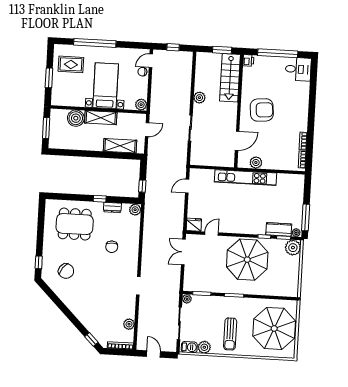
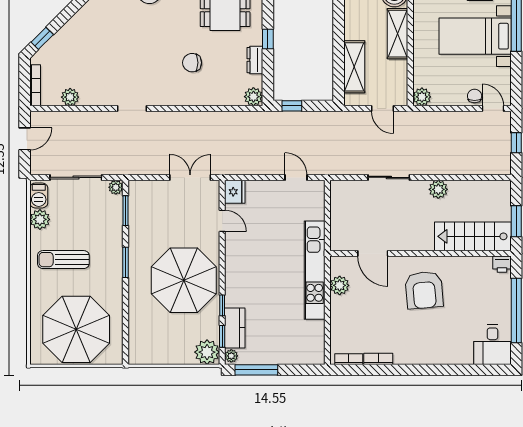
bed with nightstands: (106, 86) -> (475, 36), moved, turned 180

